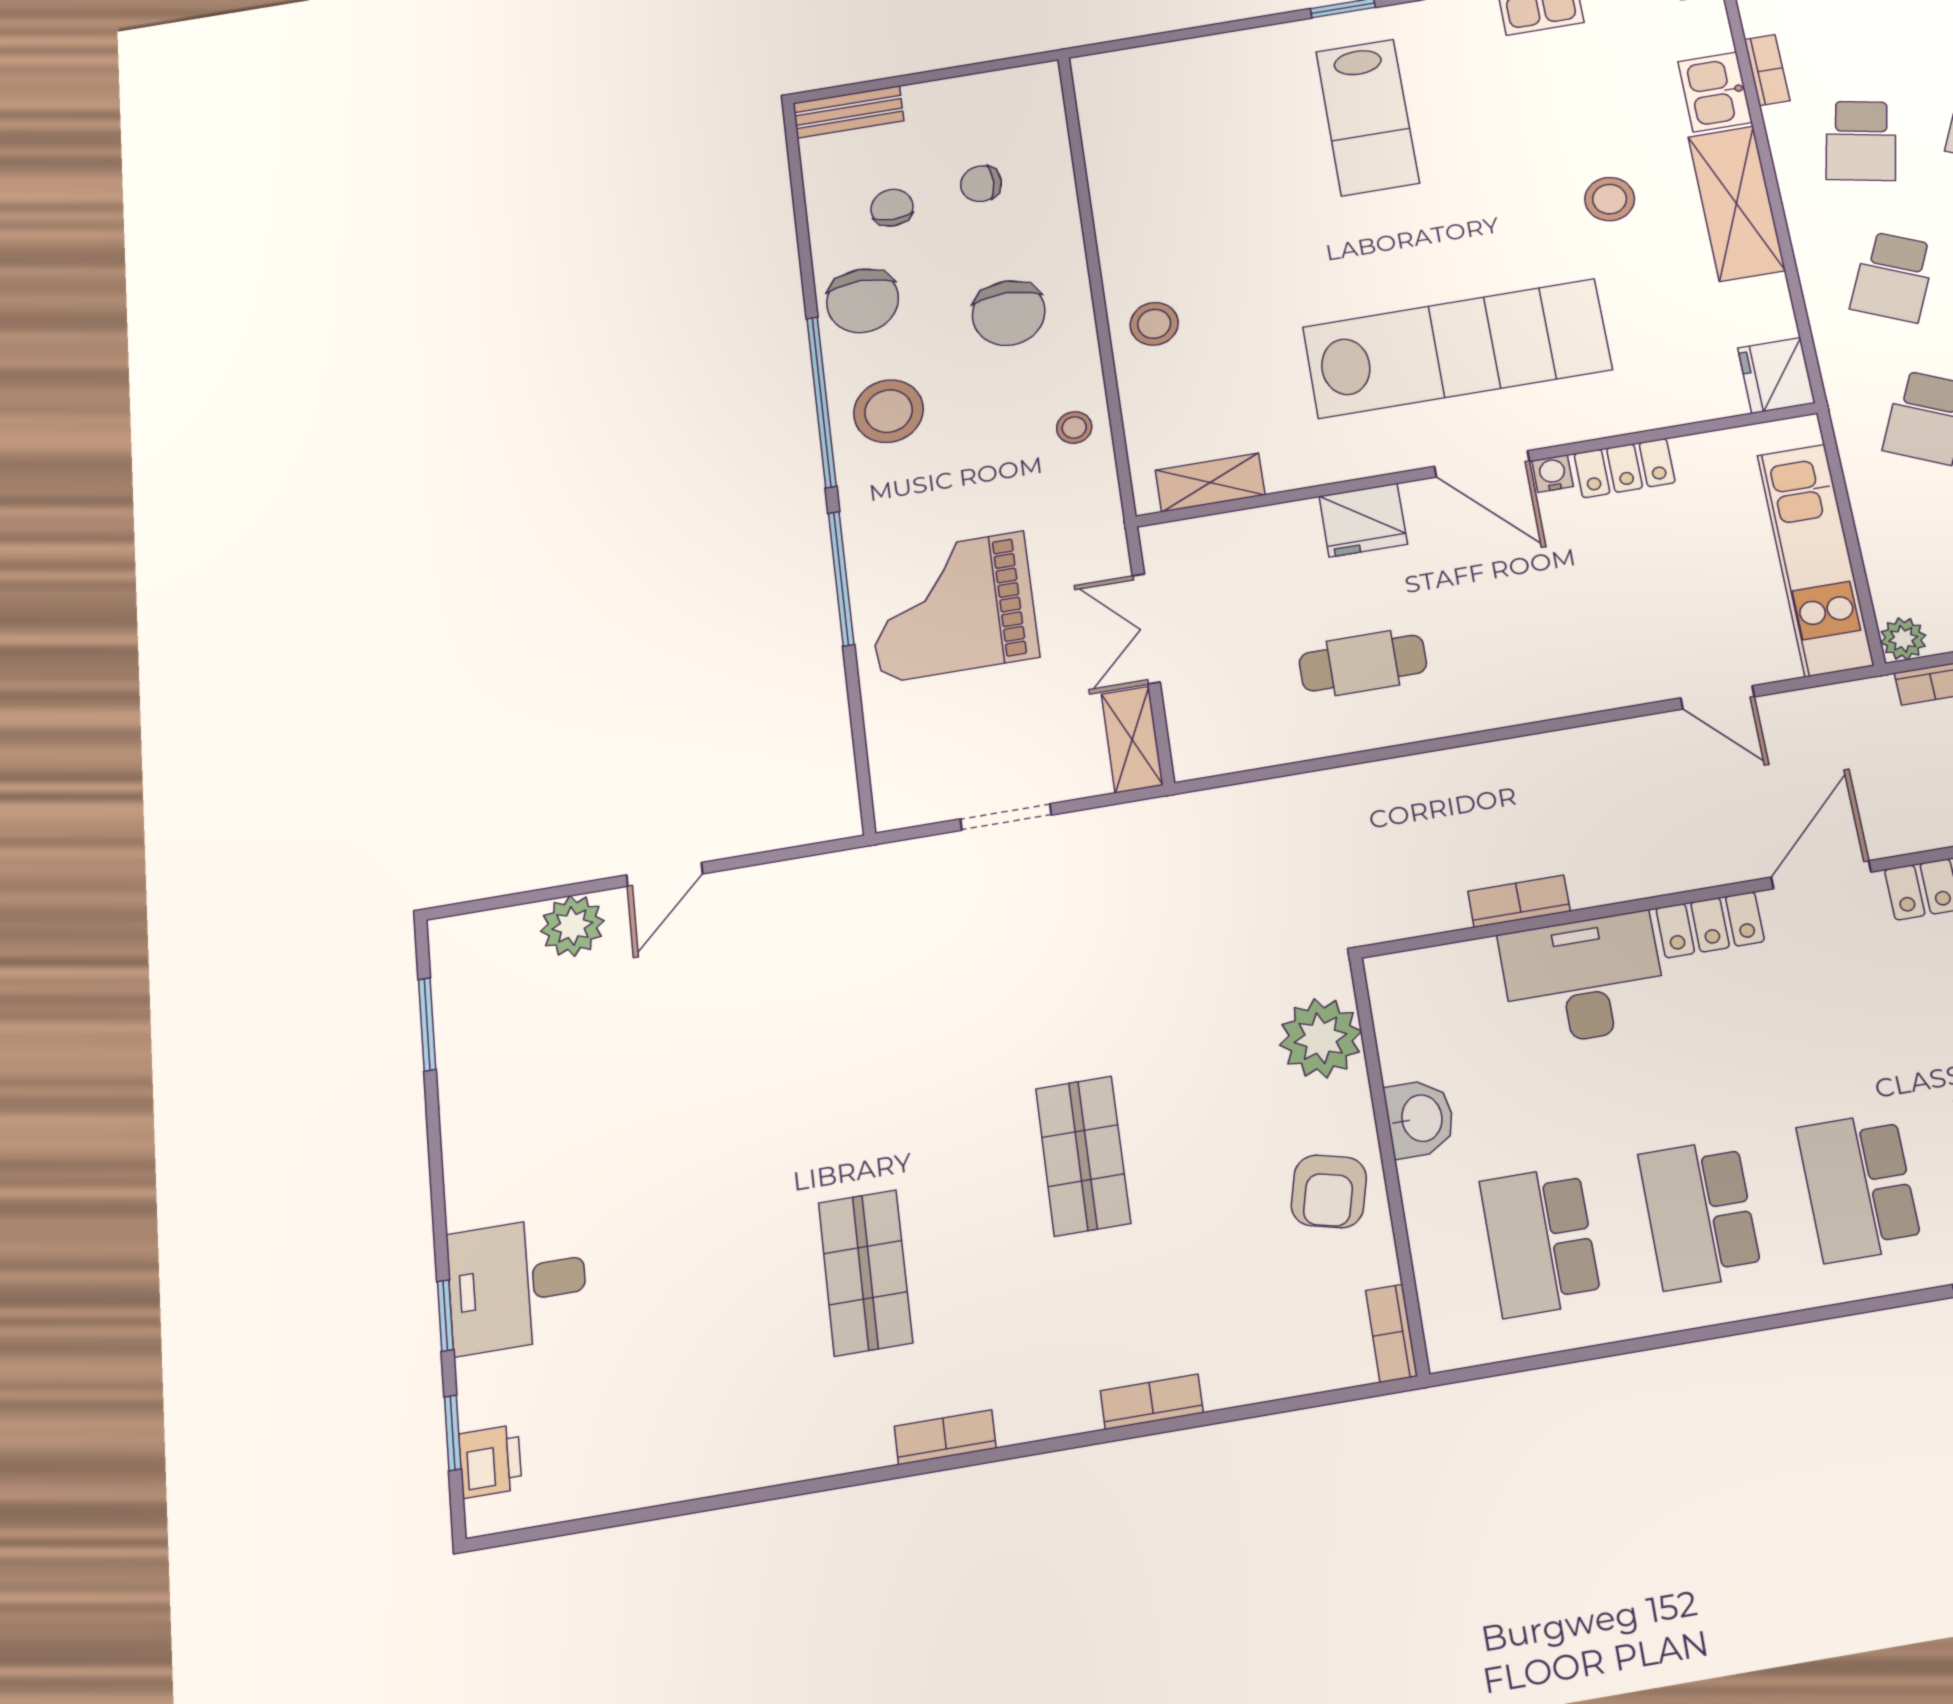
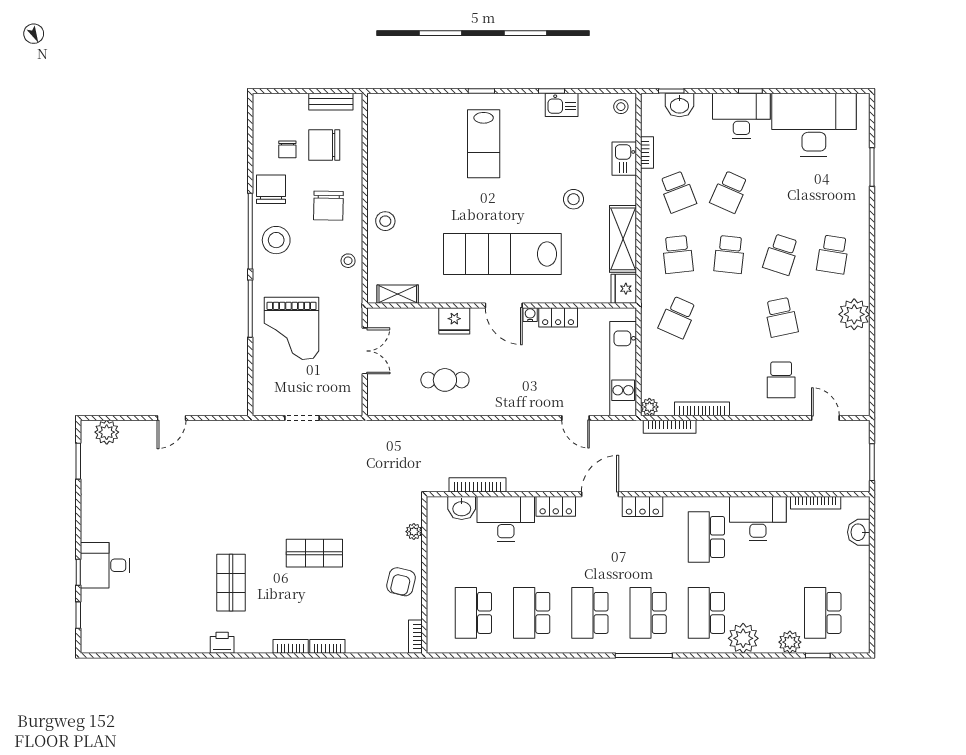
bench: (848, 112) -> (331, 102), moved
school desk: (1861, 141) -> (678, 192), turned -33
chair: (981, 184) -> (324, 145), width x1.87, depth x1.87
shelving: (1736, 203) -> (623, 239), moved
chair: (892, 208) -> (287, 149), turned 180
school desk: (1893, 277) -> (678, 254), turned -30
chair: (863, 301) -> (271, 189), turned 180
lab bench: (1457, 348) -> (502, 254), turned 180
grand piano: (952, 607) -> (292, 328), turned -90
double door: (1146, 629) -> (365, 351), swing flipped
shelving: (1132, 739) -> (353, 395), removed
bookcase: (1519, 901) -> (477, 485), width x1.56
plant: (572, 926) -> (107, 432), moved
plant: (1321, 1038) -> (414, 532), width x0.53, depth x0.53
washbasin: (1420, 1118) -> (462, 508), moved, turned 90
shop shelf: (1083, 1156) -> (314, 553), turned 90
bookcase: (945, 1437) -> (291, 646), moved
printer: (490, 1461) -> (222, 643), moved, turned -90

